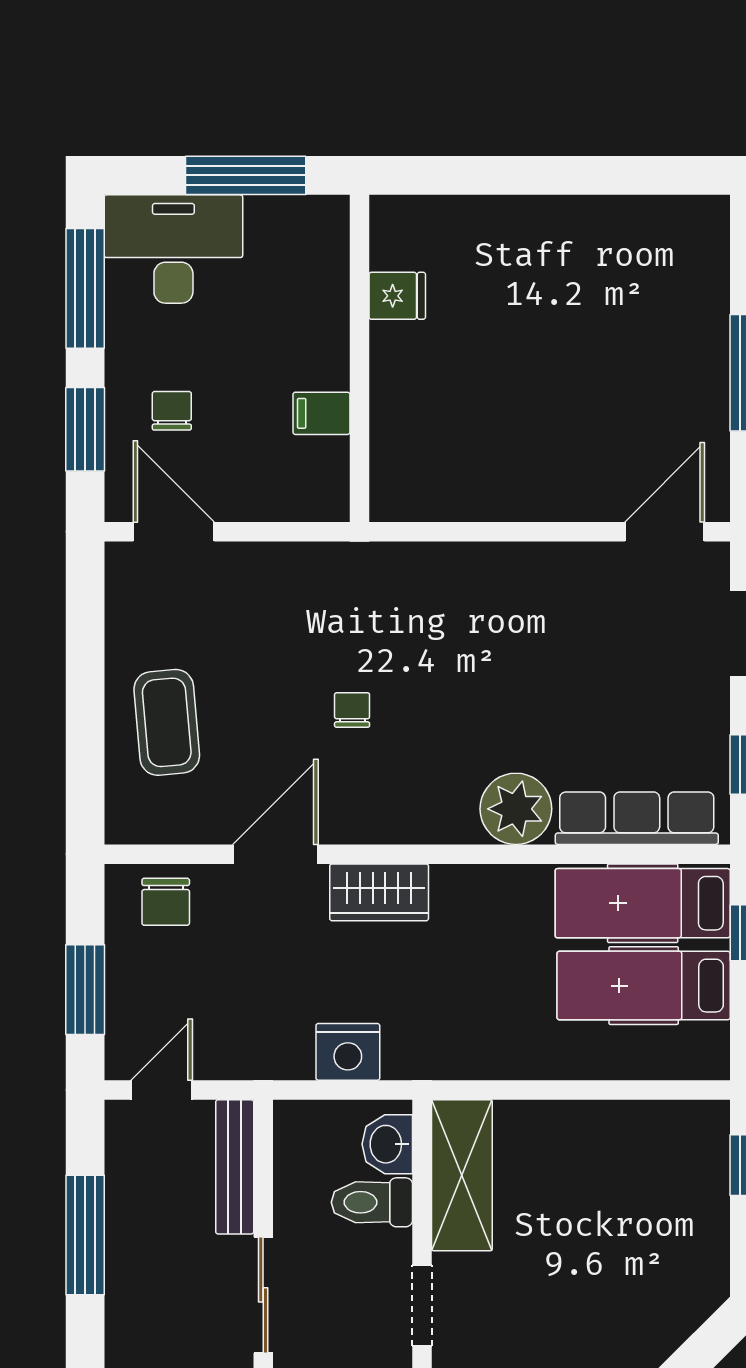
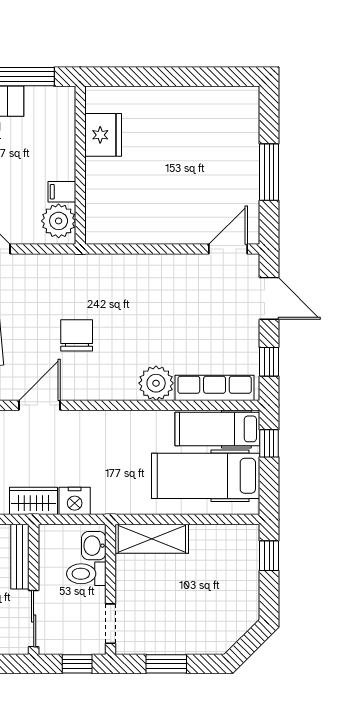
fridge: (397, 296) -> (103, 135), width x1.88, depth x1.34
plant: (315, 474) -> (59, 221), added
chair: (352, 710) -> (77, 335), width x1.87, depth x1.87
wardrobe: (379, 892) -> (34, 501), moved, turned 180
hospital bed: (644, 986) -> (206, 476), width x1.37, depth x1.29
shelving: (462, 1175) -> (152, 539), moved, turned 90

